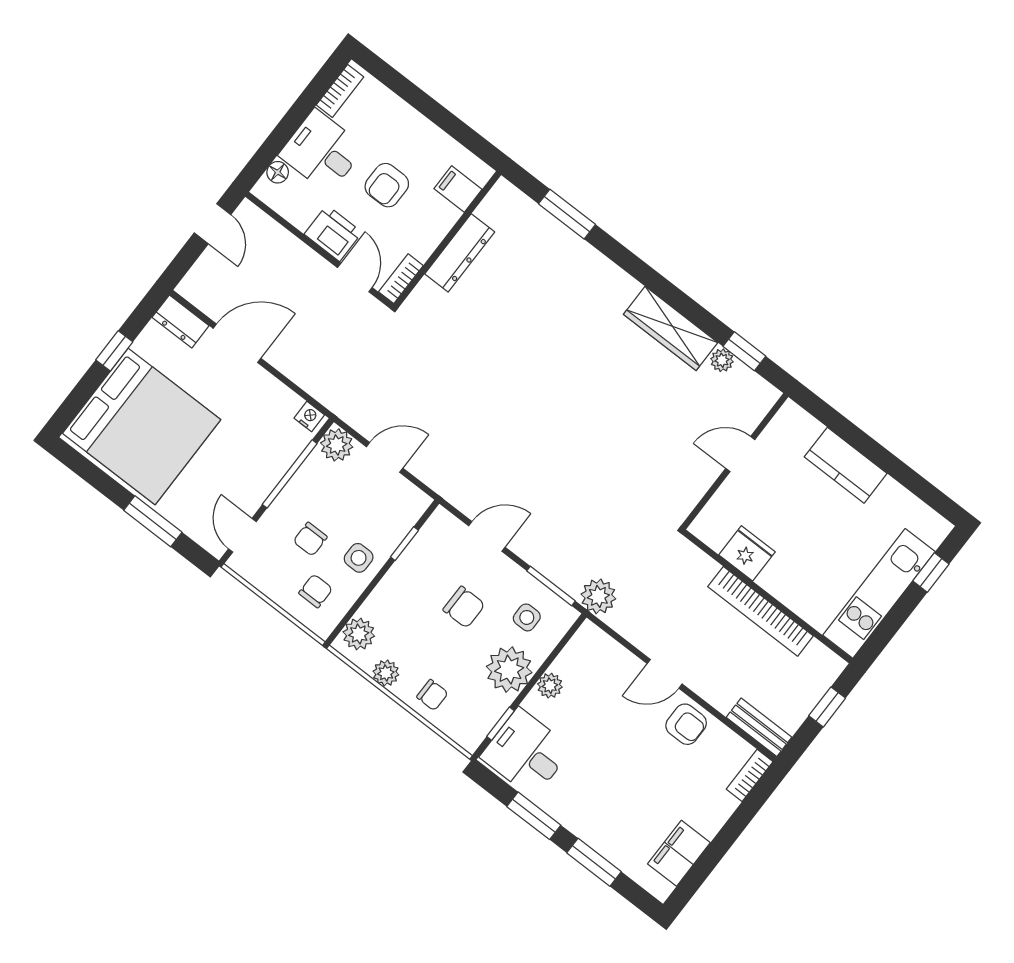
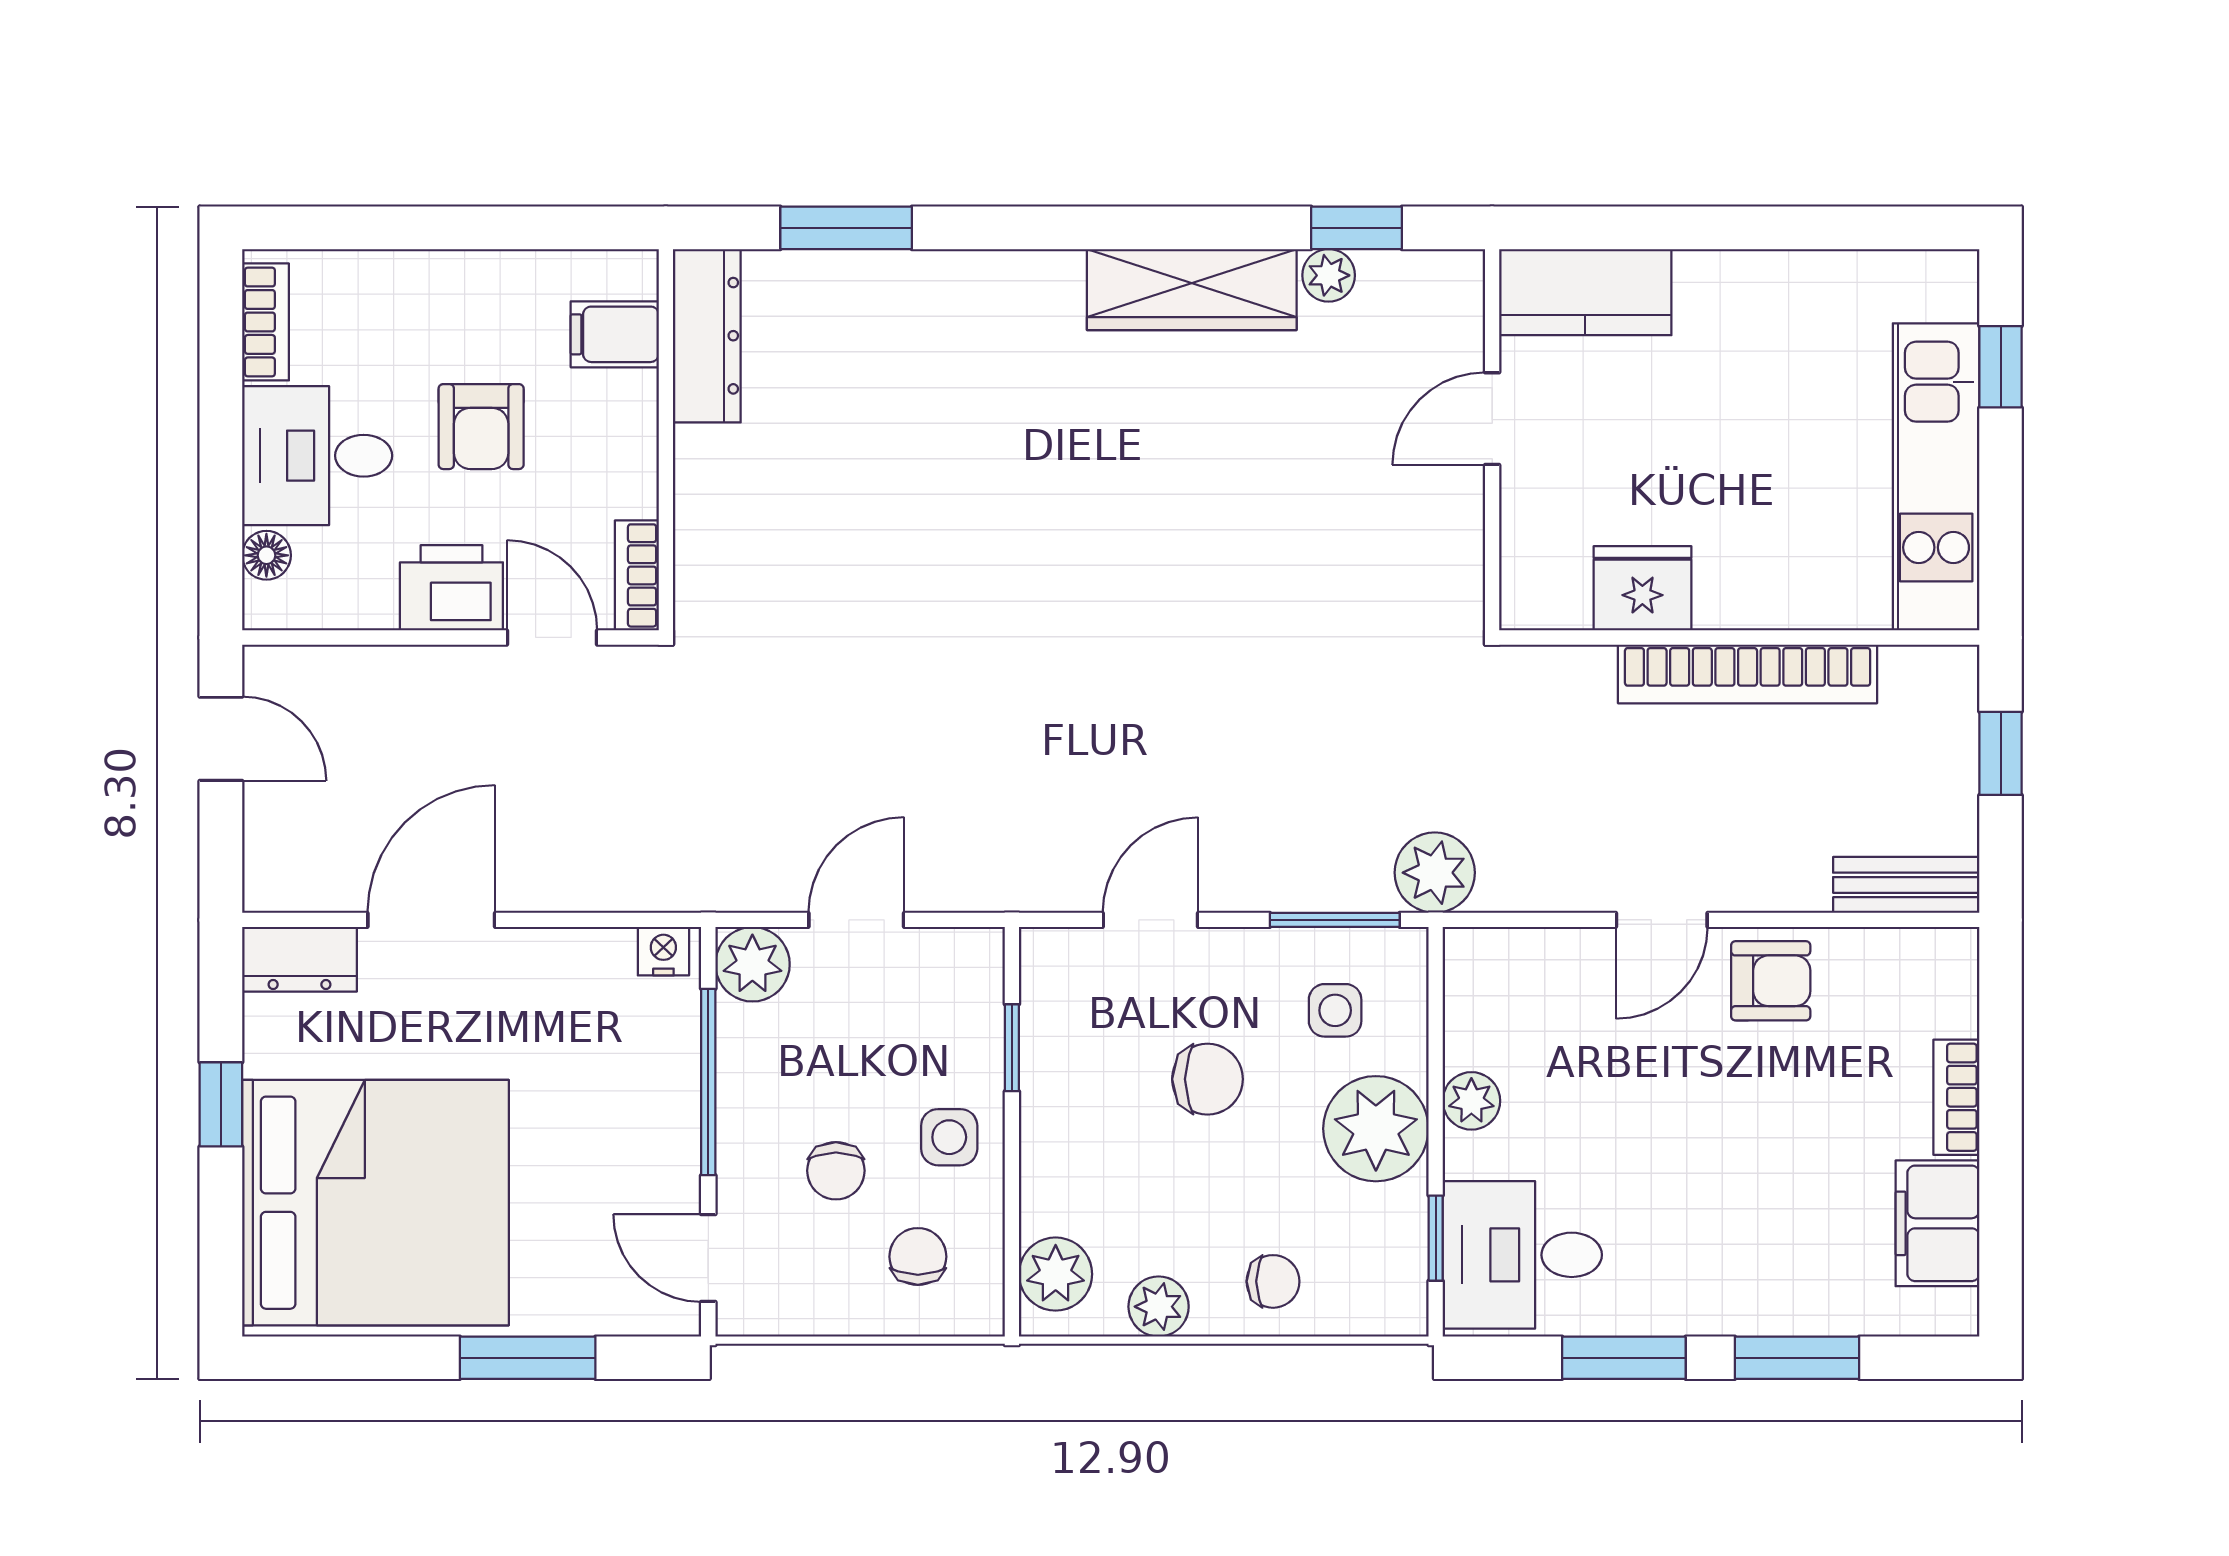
dresser: (460, 253) -> (707, 336), moved
kitchen counter: (846, 465) -> (1585, 292), moved
bookcase: (750, 775) -> (1956, 1097), moved

